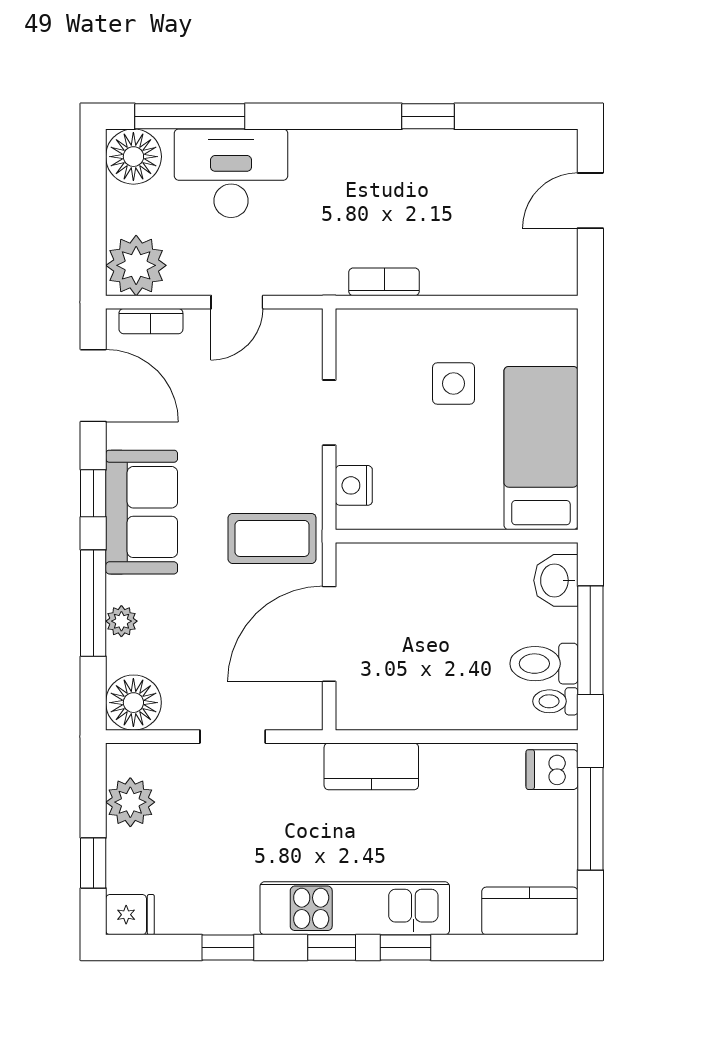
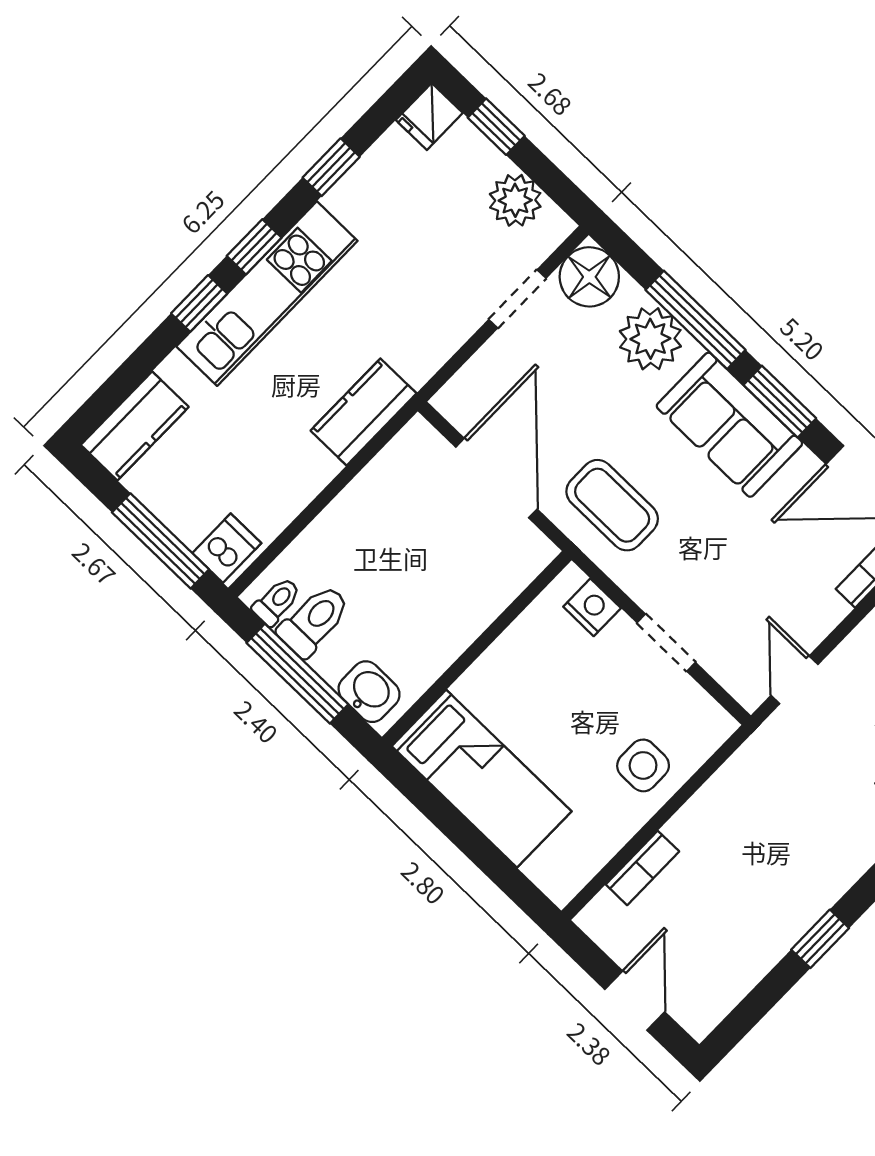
bookcase: (384, 282) -> (642, 868), moved
door: (237, 302) -> (794, 680), moved
side table: (454, 384) -> (643, 765), moved
window: (93, 493) -> (780, 402), width x1.50
coffee table: (272, 538) -> (612, 505), turned 90
plant: (121, 621) -> (650, 339), width x1.87, depth x1.87
doorway: (233, 737) -> (517, 299), moved

